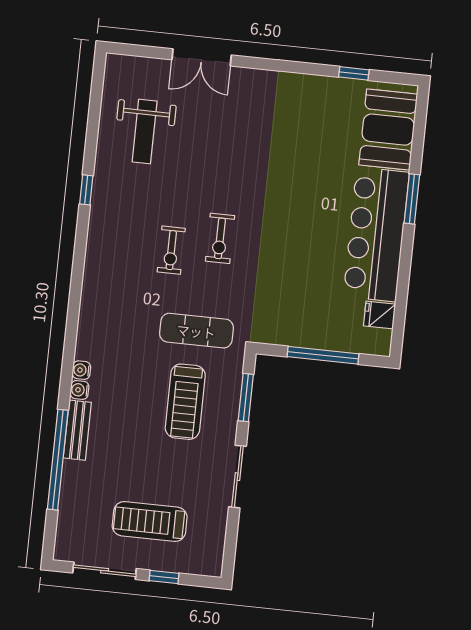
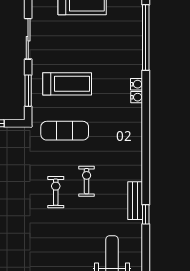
treadmill: (185, 402) -> (67, 84), turned 90
bench: (77, 430) -> (135, 201), moved

